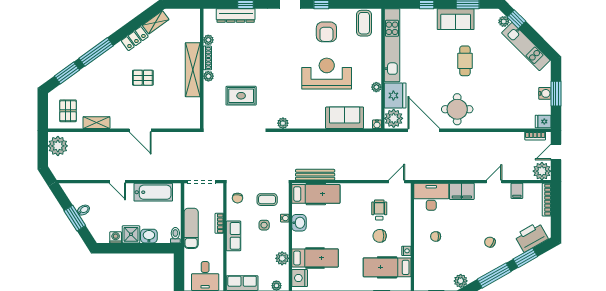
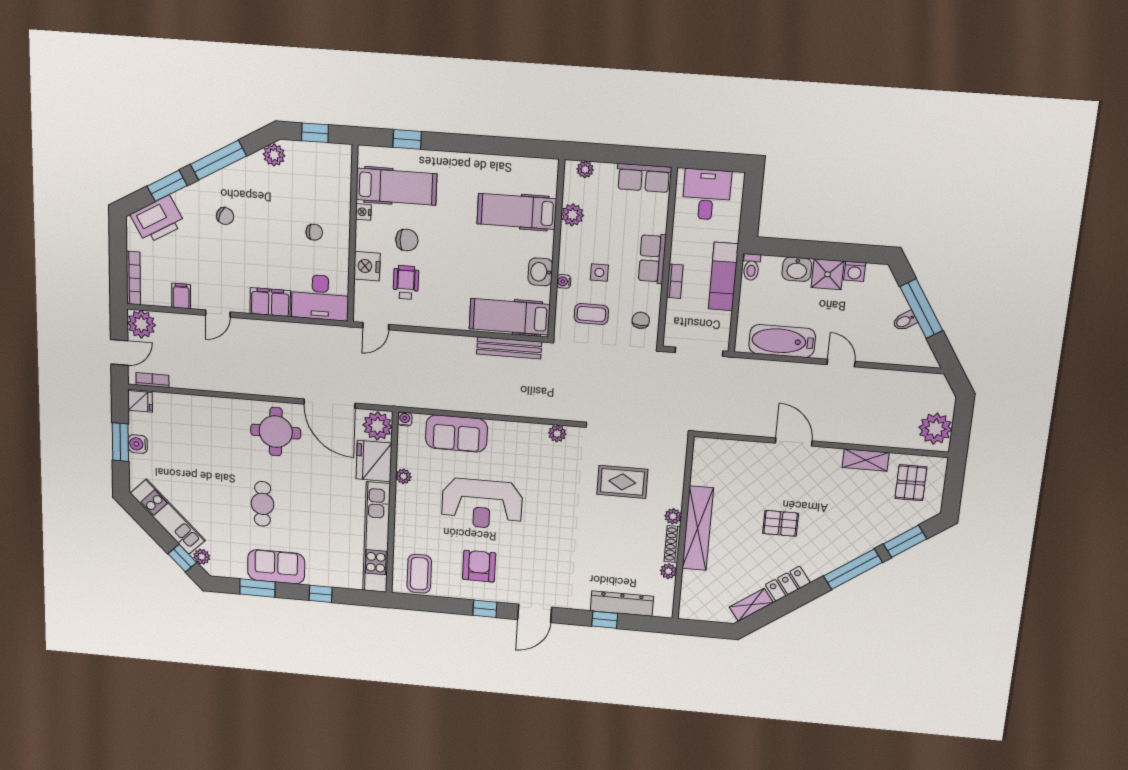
wheelchair: (379, 210) -> (406, 282), turned 180
window: (75, 218) -> (921, 309), width x1.44
nightstand: (300, 278) -> (367, 266), moved, turned 180

